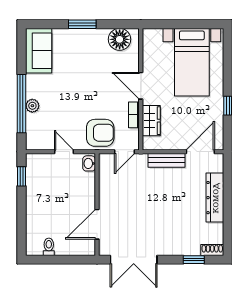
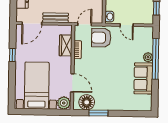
window: (82, 24) -> (98, 113), moved
plant: (152, 38) -> (64, 103), added
sofa: (39, 51) -> (143, 78), moved
door: (141, 86) -> (72, 83), moved

